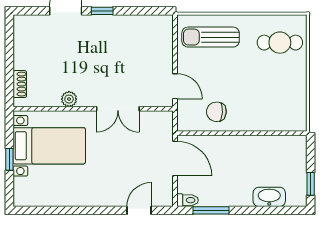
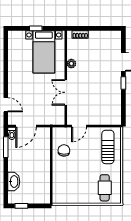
door: (175, 158) -> (26, 126), moved

